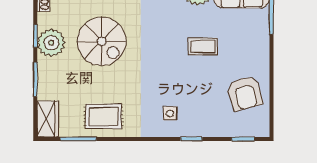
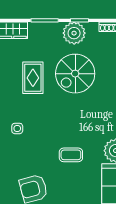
coffee table: (203, 47) -> (71, 155), turned 90
rug: (104, 116) -> (33, 78), moved

